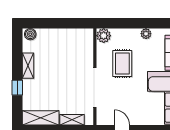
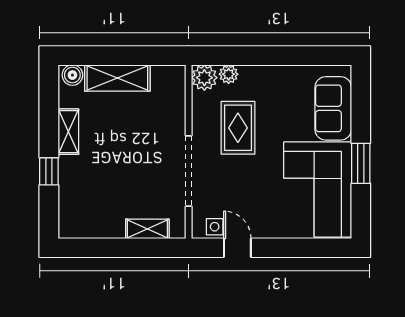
plant: (146, 34) -> (229, 74), moved
shelving: (41, 118) -> (117, 78), moved
side table: (109, 119) -> (215, 227), added

